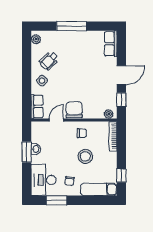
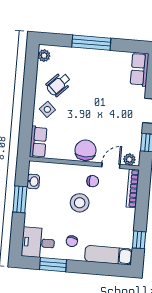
door: (56, 120) -> (111, 166), moved
washbasin: (36, 149) -> (33, 181), moved
stool: (85, 156) -> (80, 203), moved
desk: (44, 180) -> (38, 243), width x0.73

